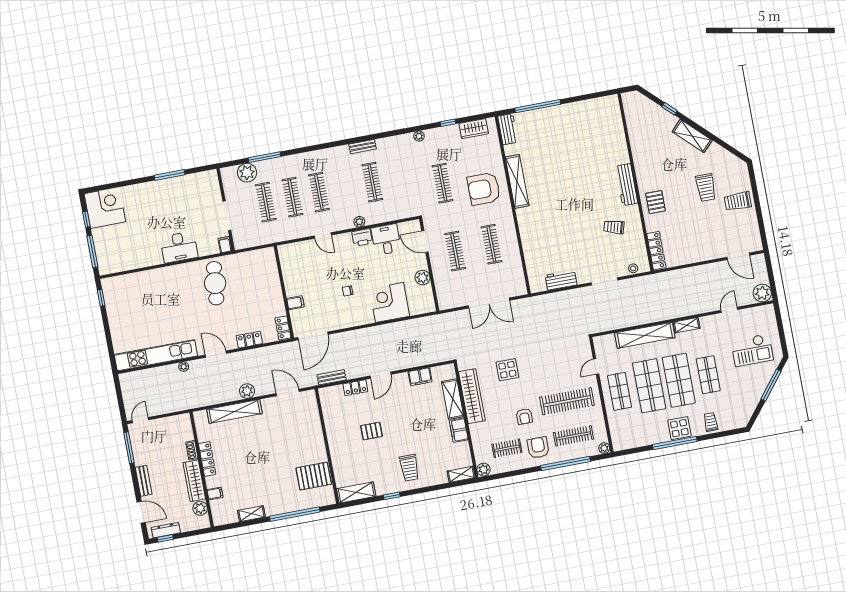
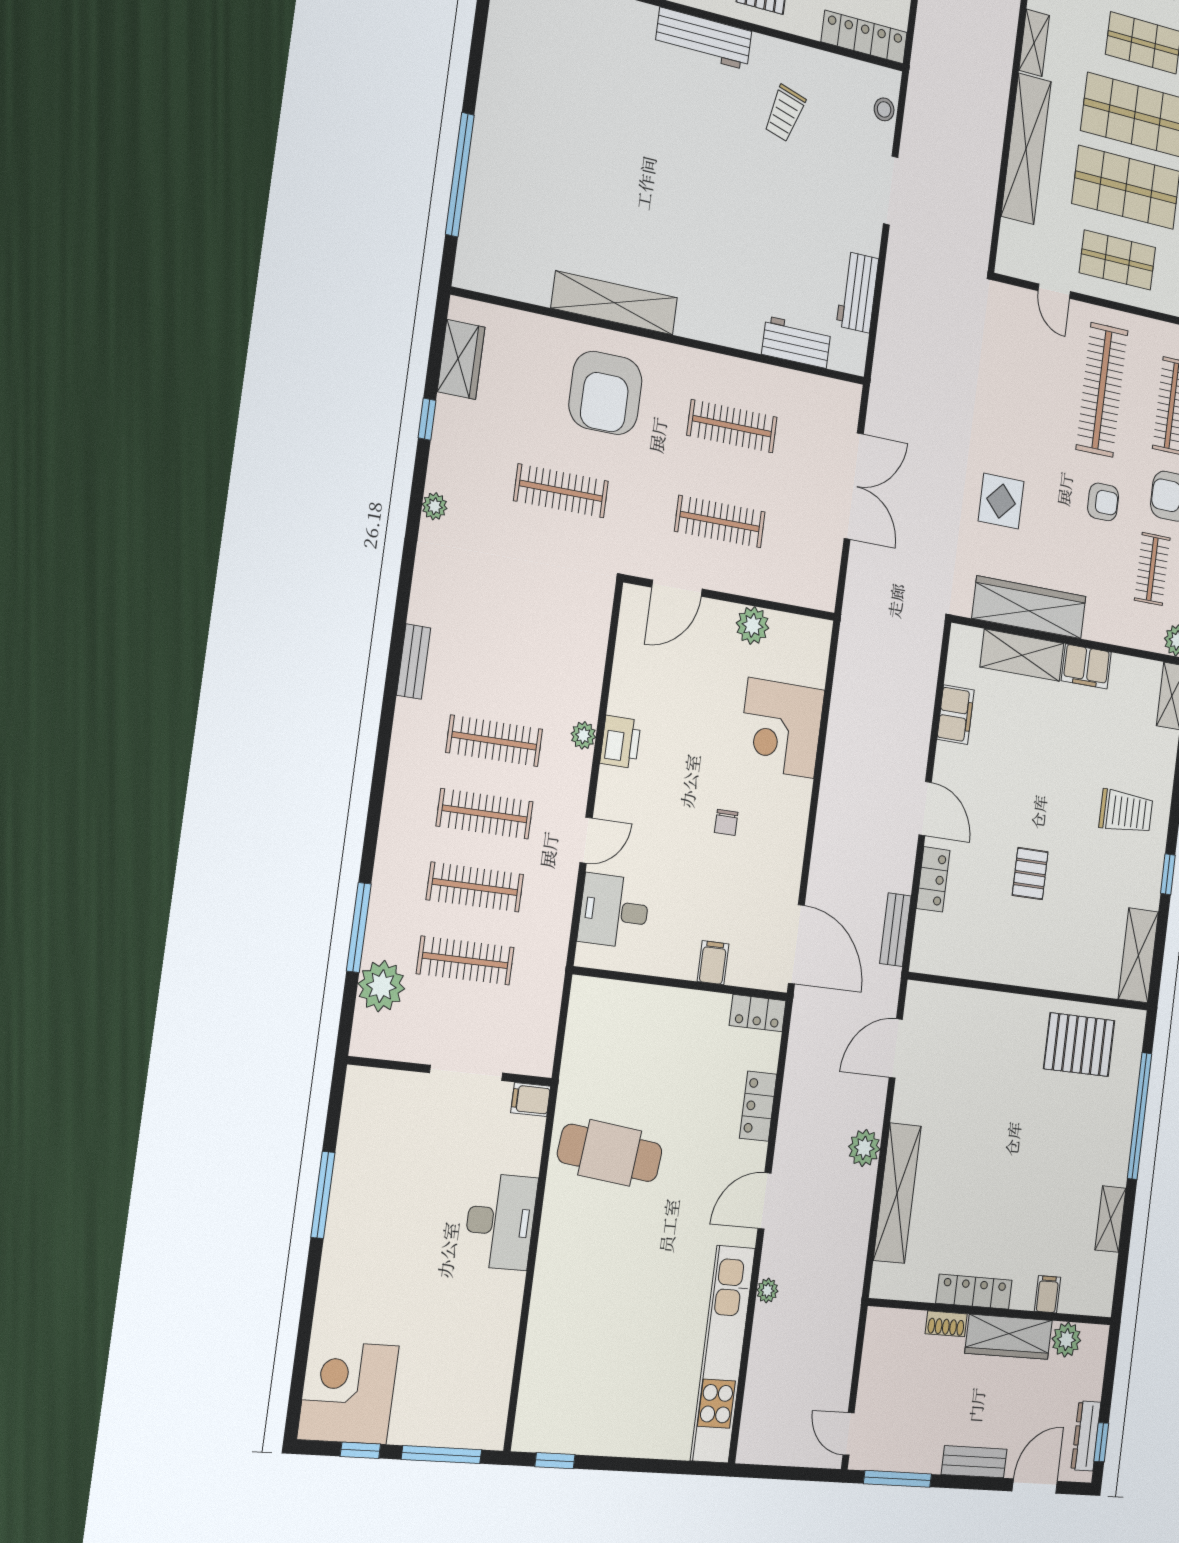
workbench: (508, 129) -> (796, 342), moved
clothes rail: (372, 182) -> (494, 741), moved
desk: (386, 240) -> (614, 911), moved
pallet: (314, 476) -> (1079, 1045), turned 90

